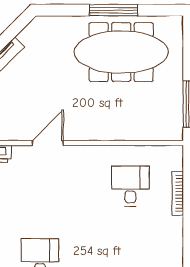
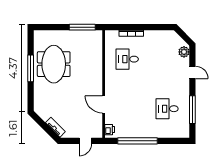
meeting table: (121, 52) -> (54, 64), width x0.73

